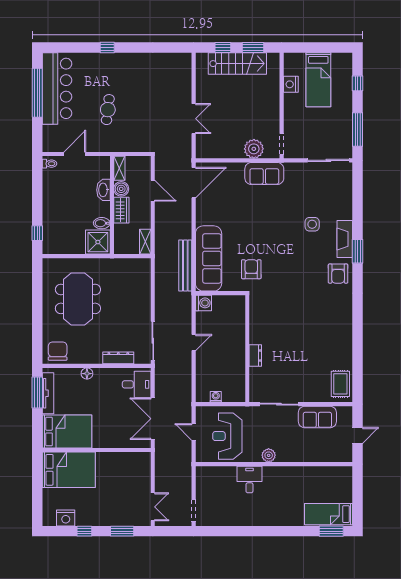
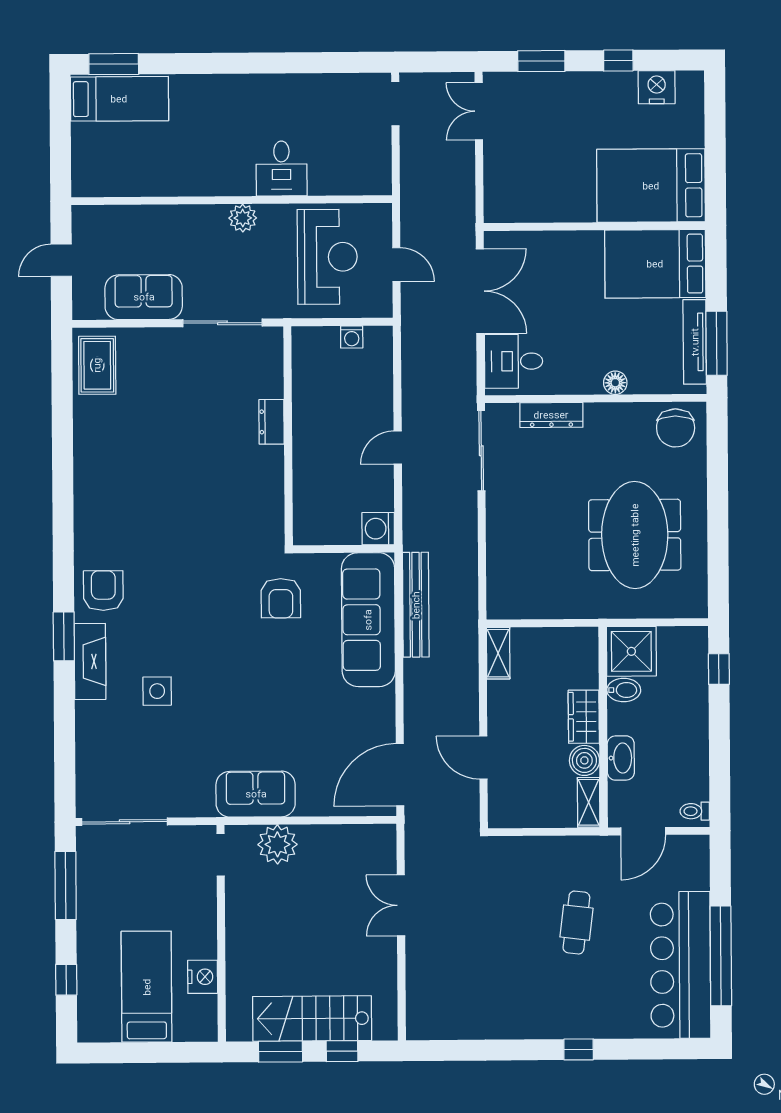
shelving: (119, 168) -> (589, 802), moved
boiler: (121, 189) -> (584, 760), moved
washbasin: (103, 190) -> (621, 758), moved
wall: (112, 205) -> (603, 727), moved
wardrobe: (121, 210) -> (584, 717), moved
bidet: (102, 223) -> (624, 690), moved
shower: (98, 242) -> (631, 651), moved

